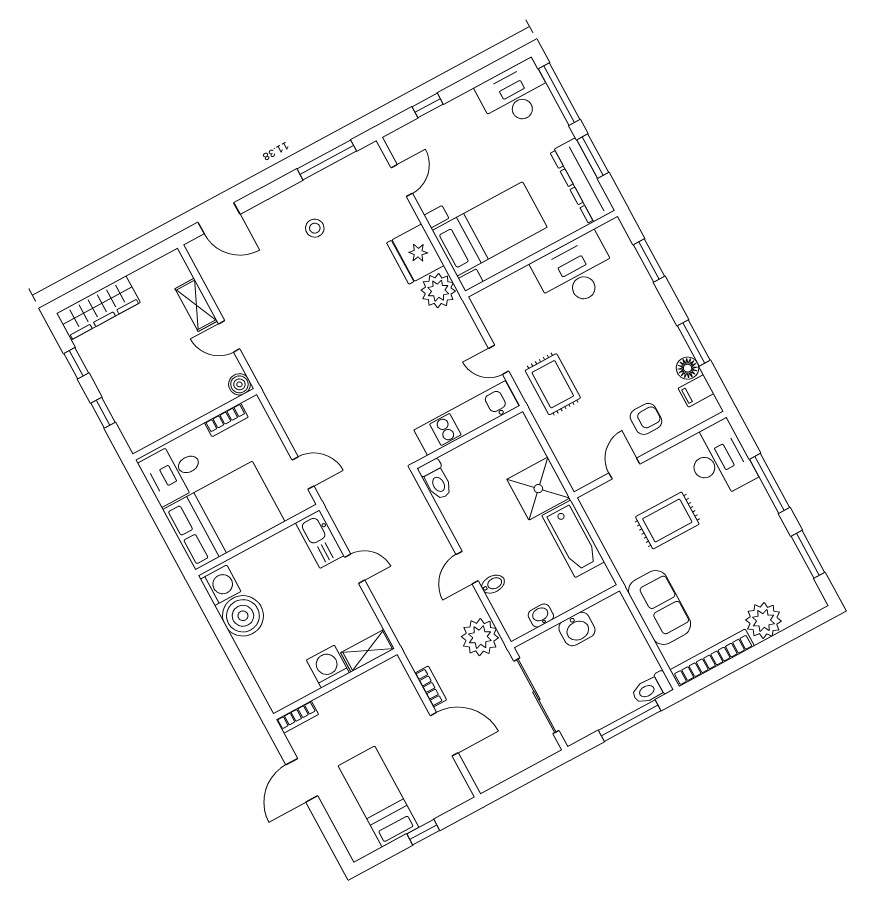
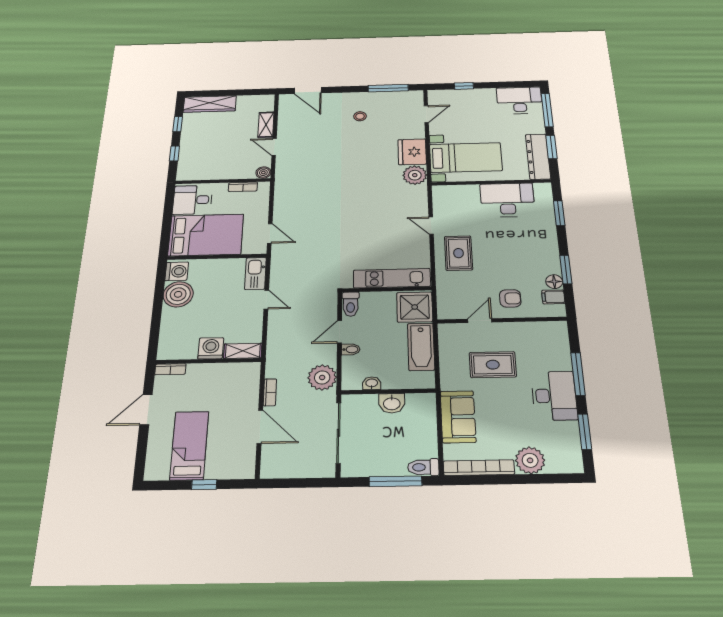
kitchen unit: (466, 418) -> (392, 278), moved
wall: (468, 437) -> (387, 289), moved
desk: (719, 460) -> (554, 396), moved
toilet: (436, 480) -> (351, 304), moved

